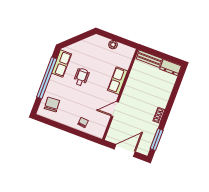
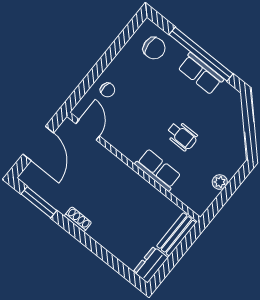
row of seats: (62, 64) -> (201, 74), moved
wheelchair: (81, 77) -> (182, 136), moved
door: (115, 109) -> (88, 130), moved

